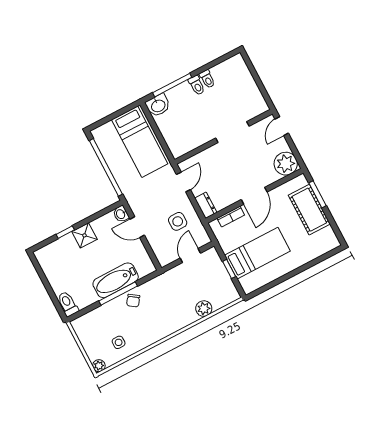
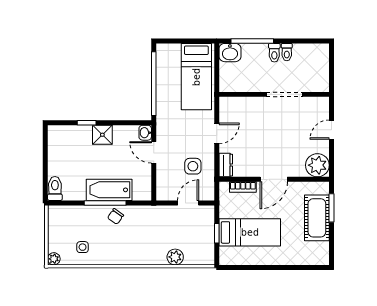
doorway: (232, 132) -> (284, 94), moved
wall: (223, 137) -> (274, 94), moved

